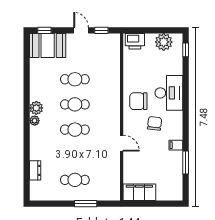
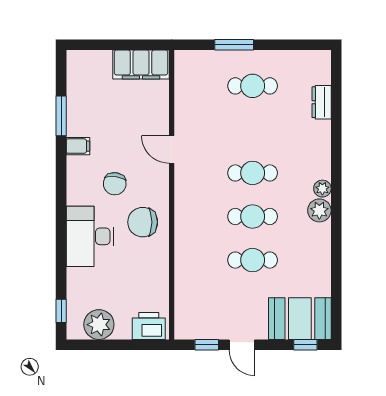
chair: (138, 101) -> (143, 222), turned 180

